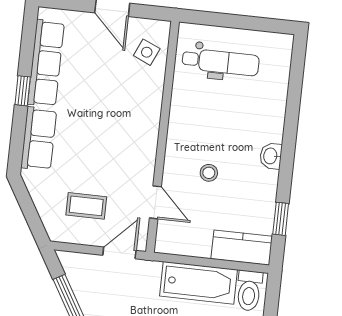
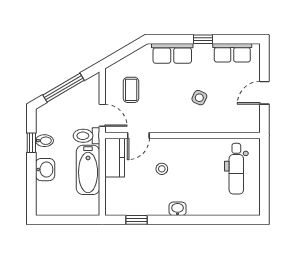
side table: (147, 52) -> (199, 98), moved
row of seats: (46, 63) -> (232, 53), width x0.68
kitchen counter: (242, 248) -> (115, 158), moved
toilet: (249, 291) -> (87, 136), moved

